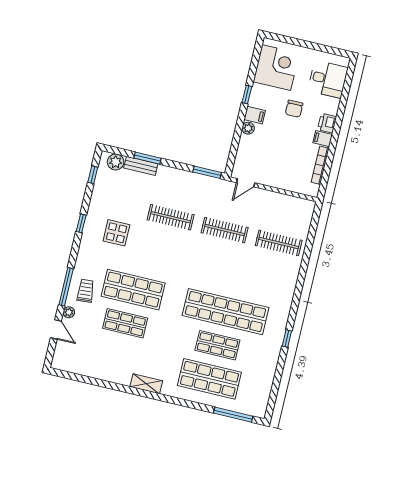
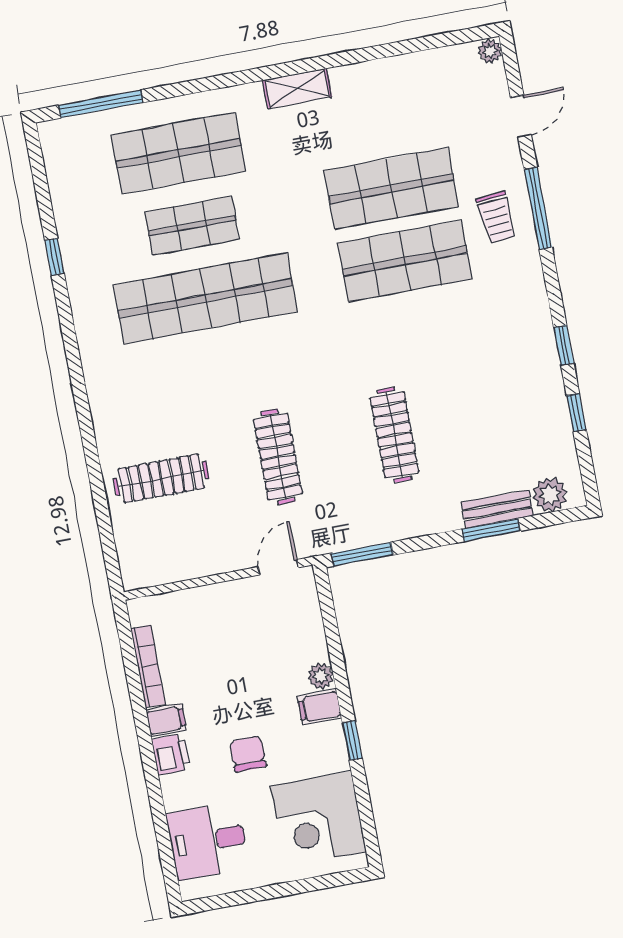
window: (93, 175) -> (576, 413), moved
clothes rail: (171, 217) -> (394, 435), turned 90
clothes rail: (225, 230) -> (278, 457), turned 90
display table: (116, 233) -> (487, 357), removed
plant: (69, 312) -> (490, 51), moved
shop shelf: (125, 323) -> (391, 188), width x1.43, depth x1.36
door: (56, 329) -> (521, 116), swing flipped
window: (287, 338) -> (54, 257), moved

